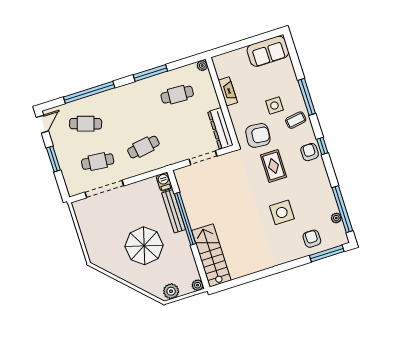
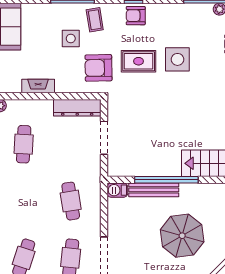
armchair: (258, 135) -> (98, 68), turned -96
side table: (282, 212) -> (177, 59), moved

